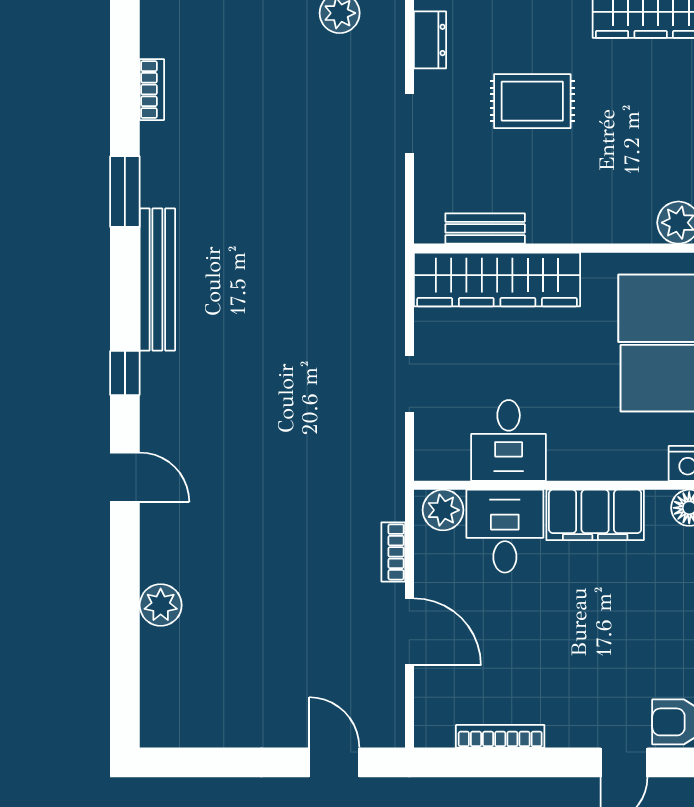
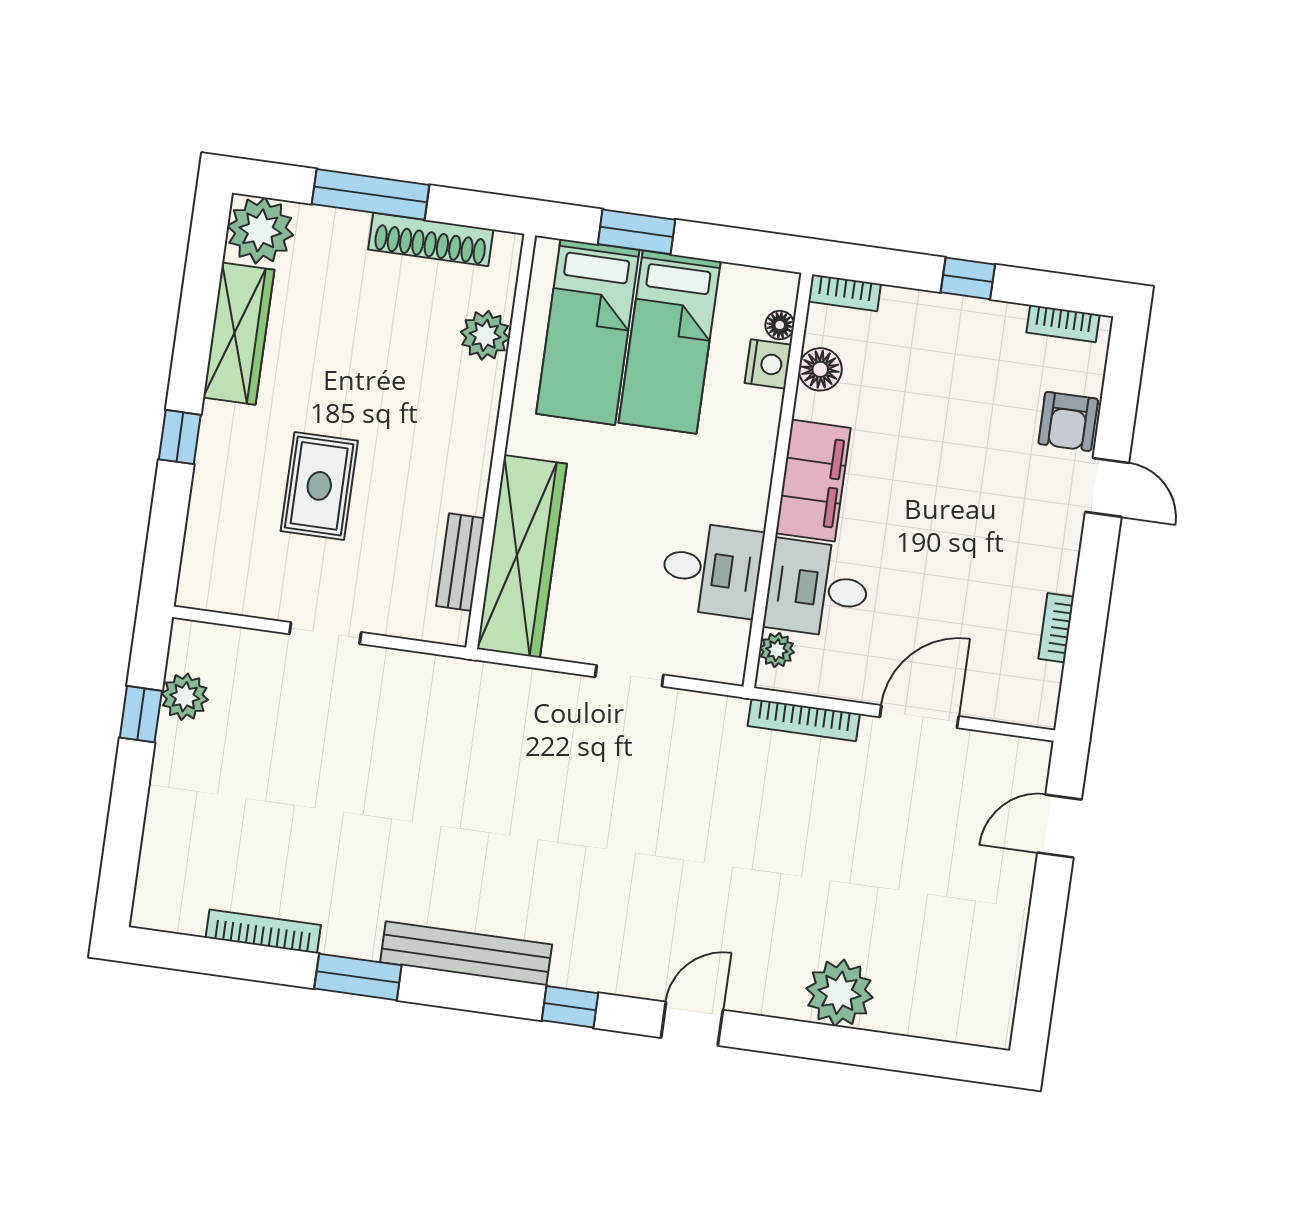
dresser: (430, 40) -> (231, 595), removed
bookcase: (152, 90) -> (263, 931), width x1.56
plant: (443, 510) -> (777, 650), width x0.73, depth x0.73
bookcase: (393, 552) -> (804, 720), width x1.56
plant: (161, 605) -> (839, 993), width x1.36, depth x1.36
bookcase: (500, 736) -> (1056, 628), width x0.64

